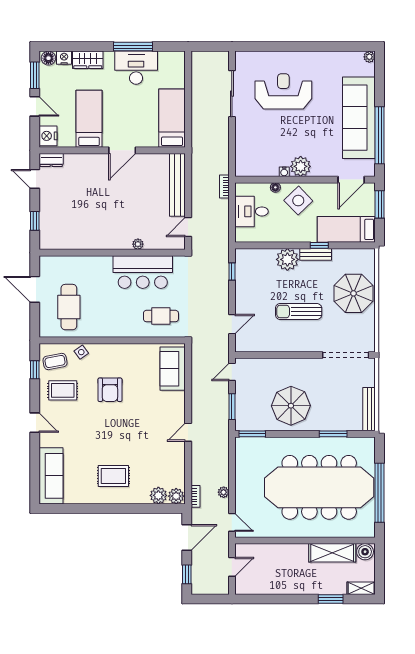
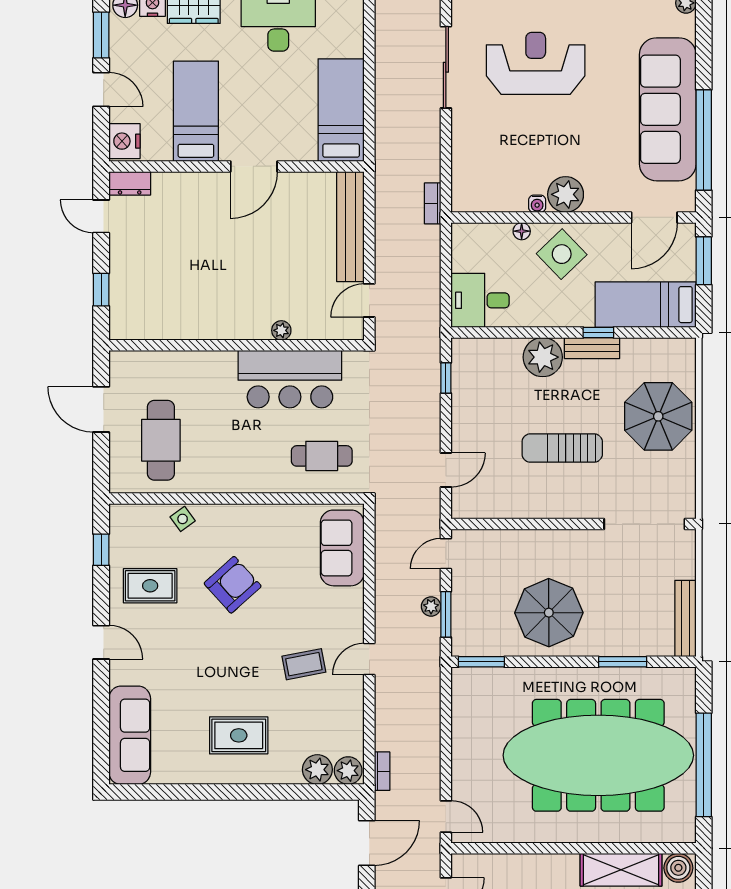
bookcase: (224, 187) -> (433, 203), moved
desk: (252, 211) -> (480, 300), moved
coffee table: (55, 361) -> (304, 664), moved
armchair: (110, 390) -> (233, 585), turned -132
plant: (224, 492) -> (431, 606), moved

